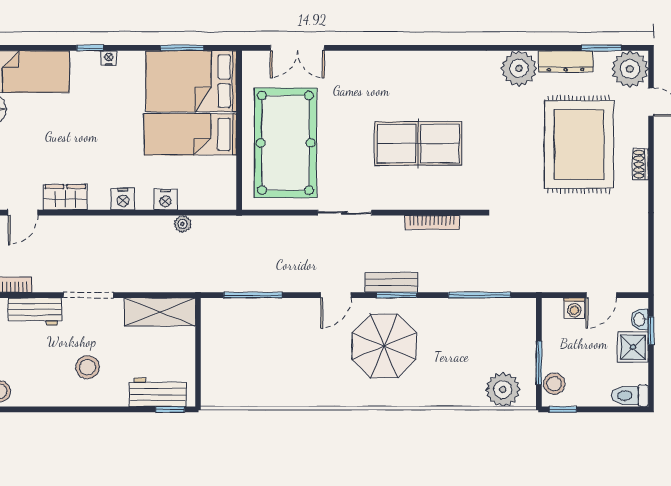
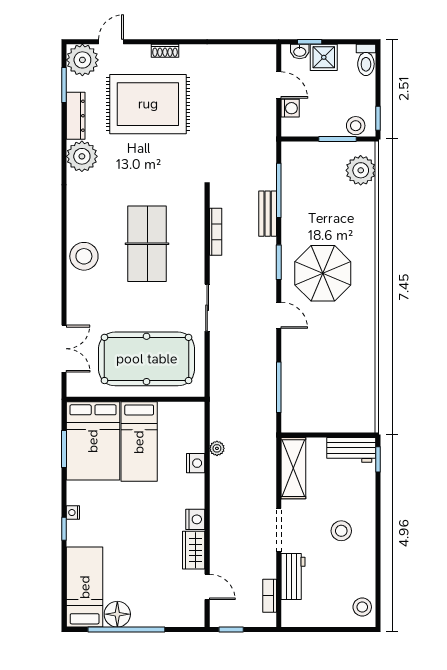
stool: (404, 71) -> (84, 256), added
nightstand: (123, 199) -> (195, 519), moved
bench: (391, 282) -> (268, 214), moved
workbench: (158, 392) -> (351, 450), moved, turned -90

